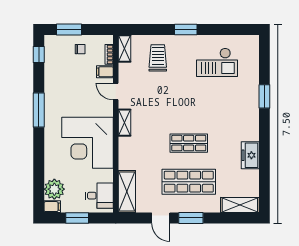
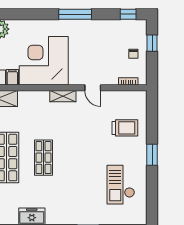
window: (69, 30) -> (152, 43), width x0.67
shelving: (125, 49) -> (134, 96), removed
filing cabinet: (105, 72) -> (12, 77), moved
door: (116, 92) -> (93, 88), swing flipped

